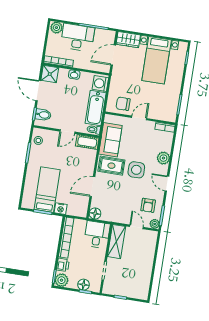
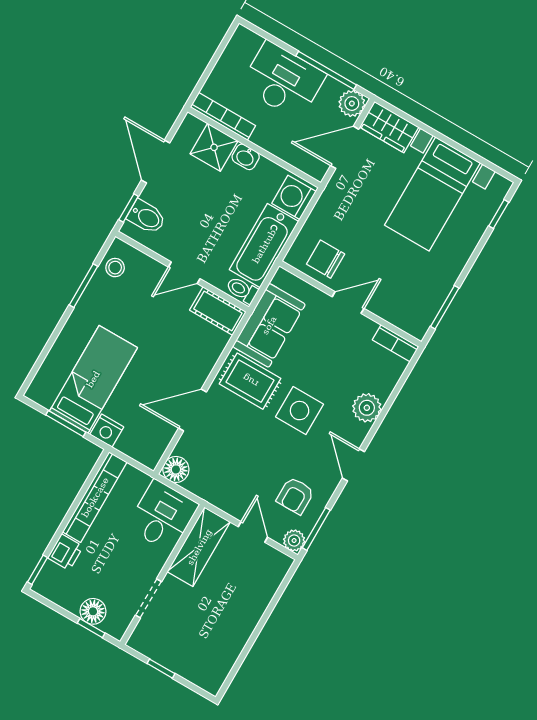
plant: (56, 28) -> (352, 103), moved
shower: (50, 74) -> (214, 147), moved
plant: (61, 280) -> (50, 584), removed

